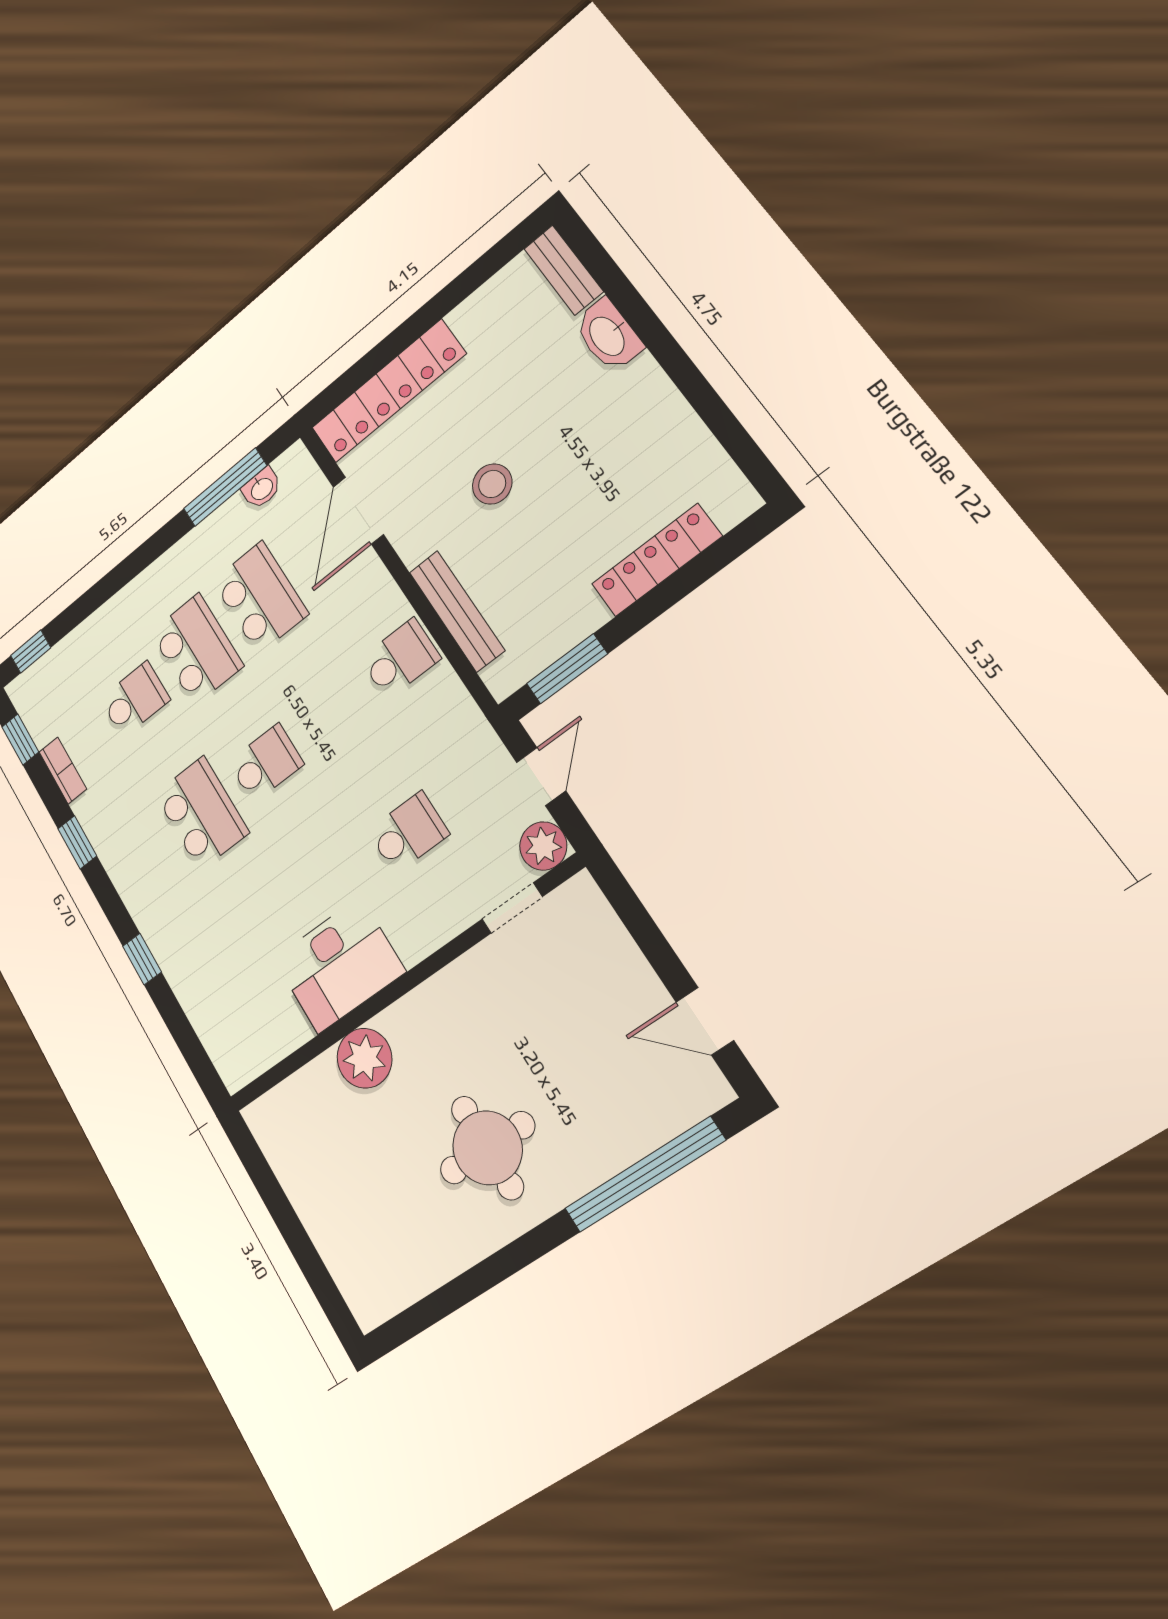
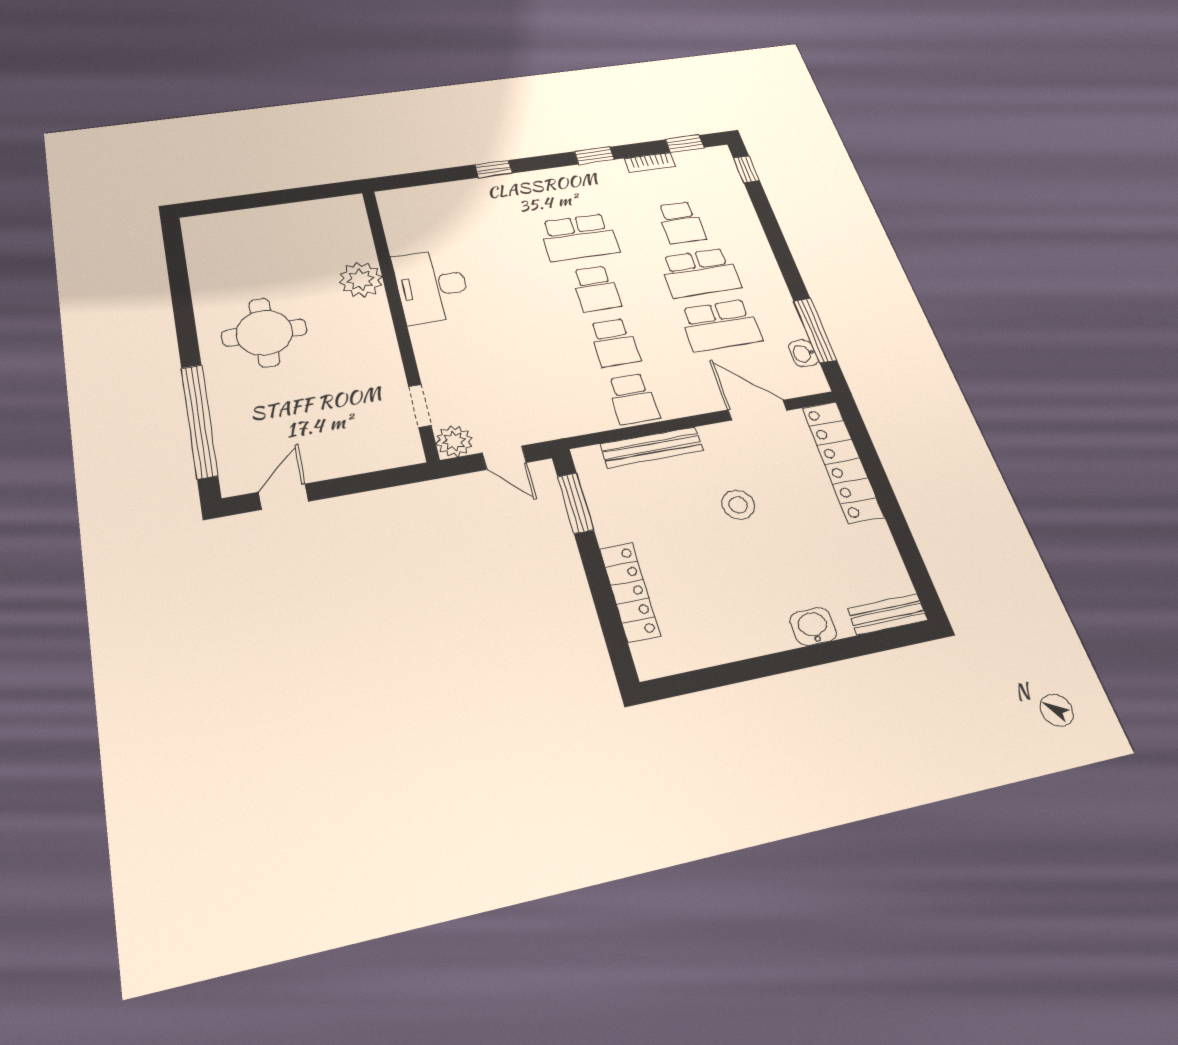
washbasin: (608, 335) -> (813, 627), width x0.72
school desk: (408, 832) -> (614, 342), moved

